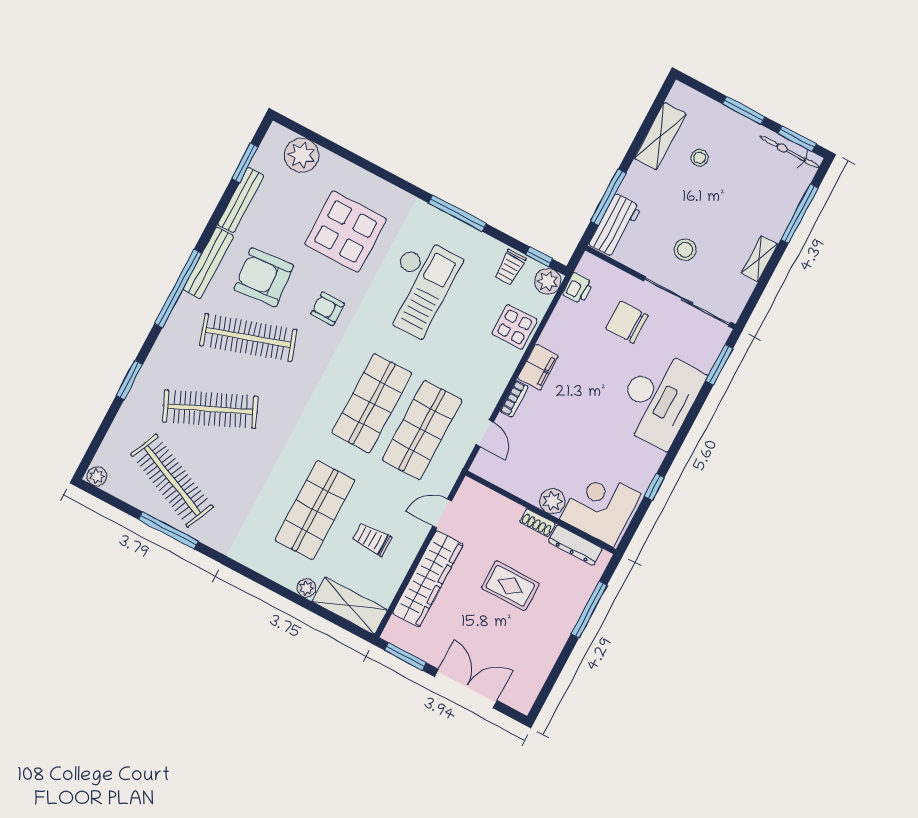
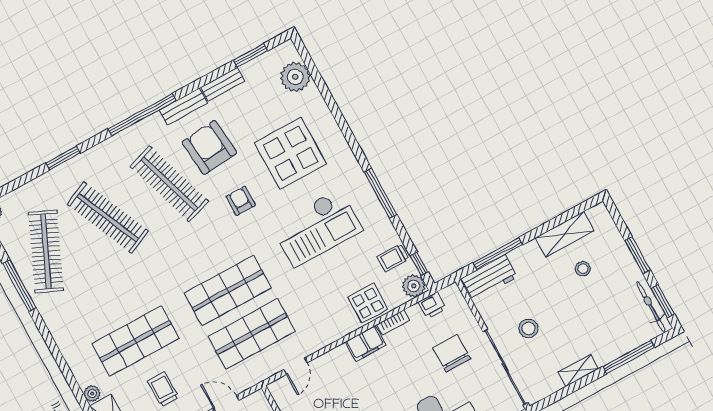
bench: (241, 200) -> (223, 84), width x0.73
bench: (208, 263) -> (183, 107), width x0.73
bookcase: (514, 399) -> (393, 323), moved

